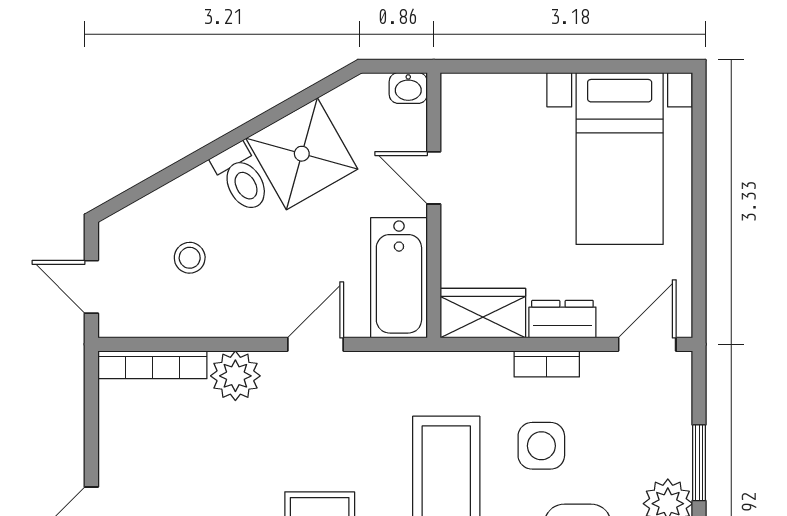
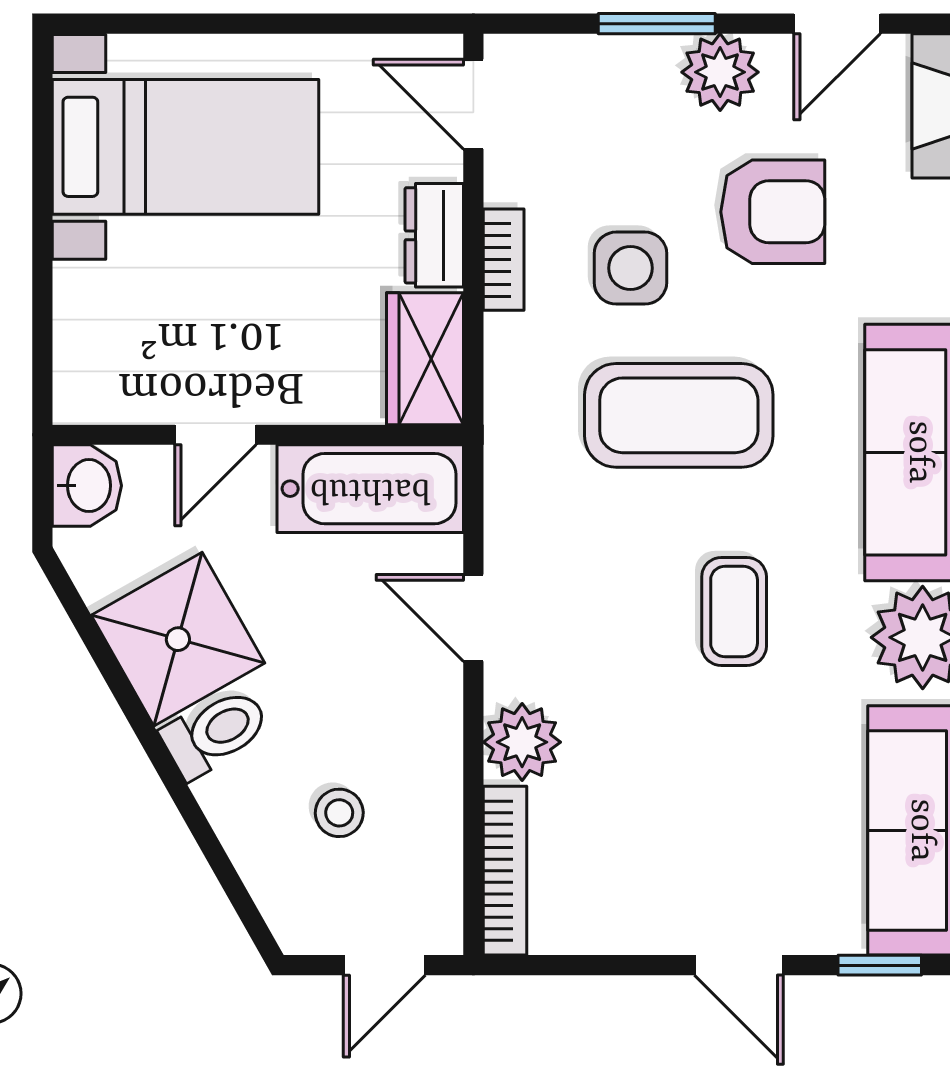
washbasin: (408, 88) -> (87, 486), width x1.38, depth x1.45

